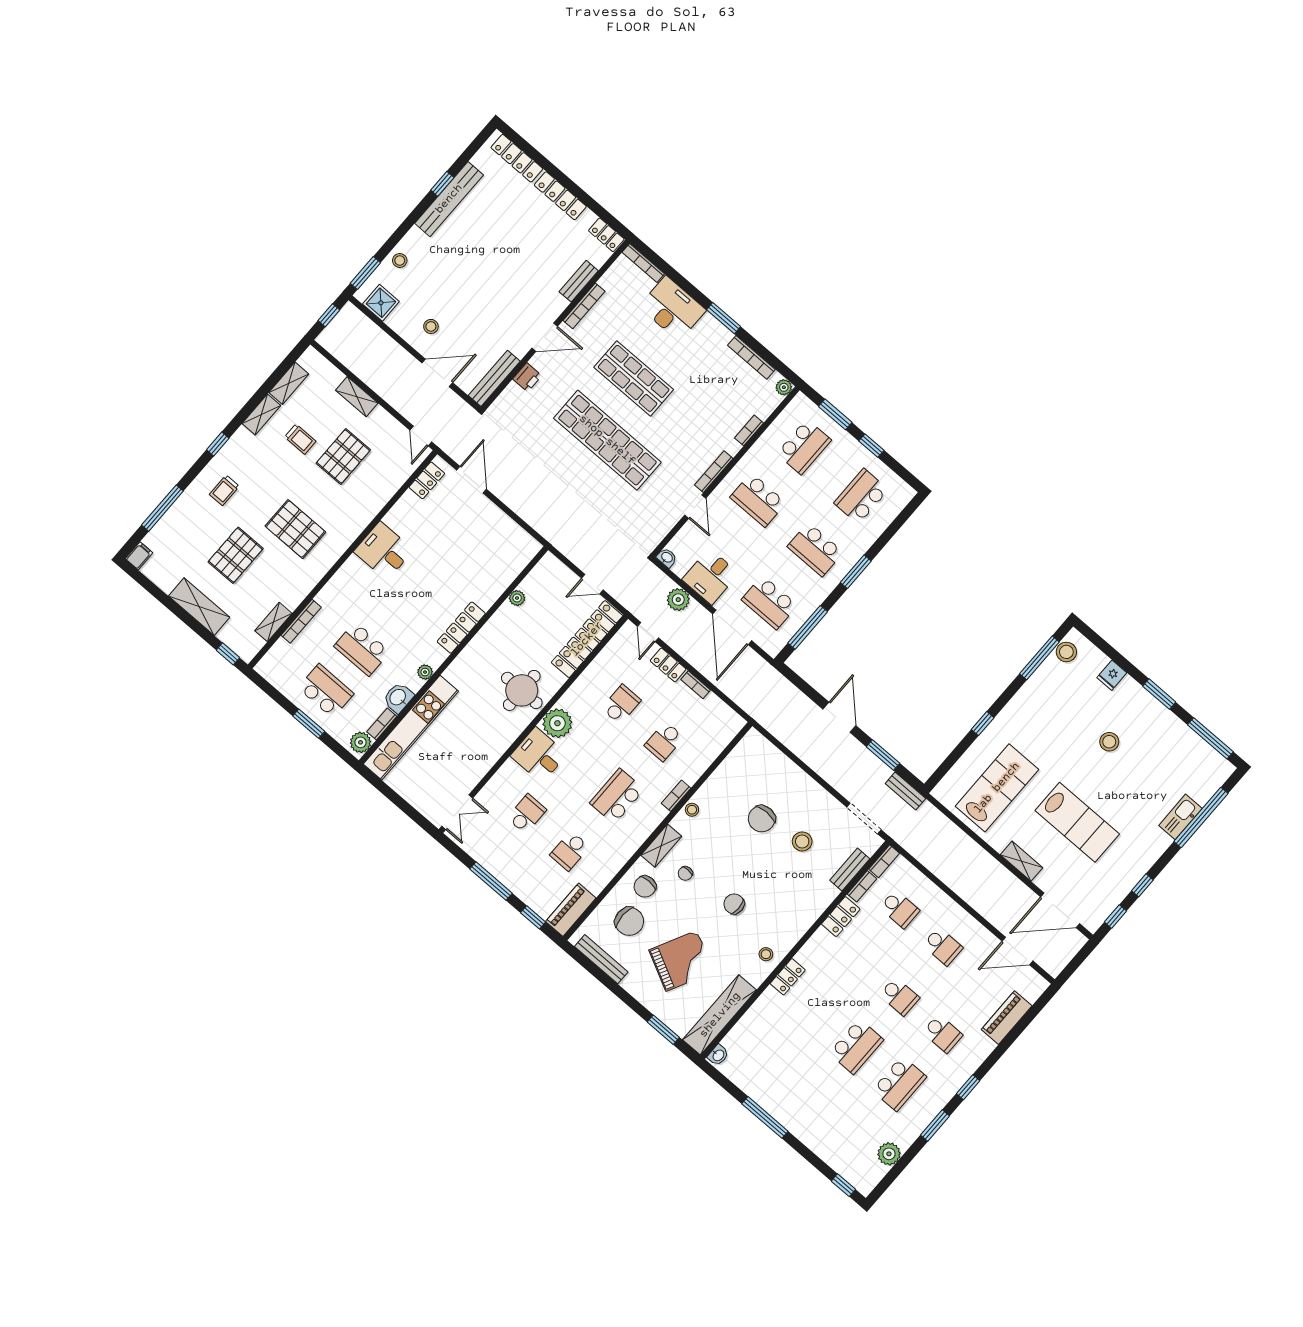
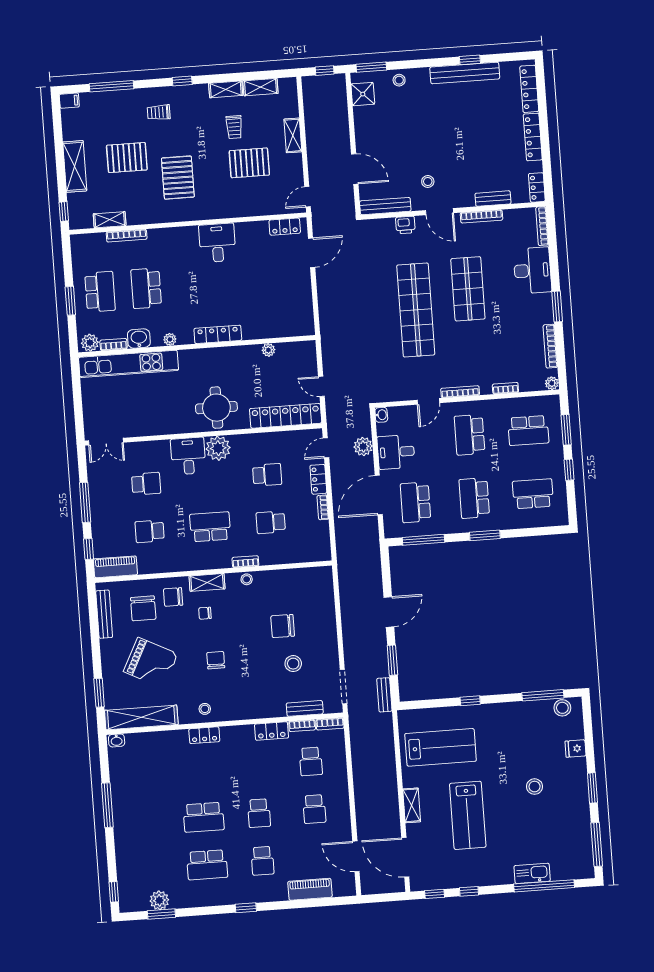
stool: (431, 326) -> (428, 182), moved
window: (935, 1125) -> (161, 914), moved

